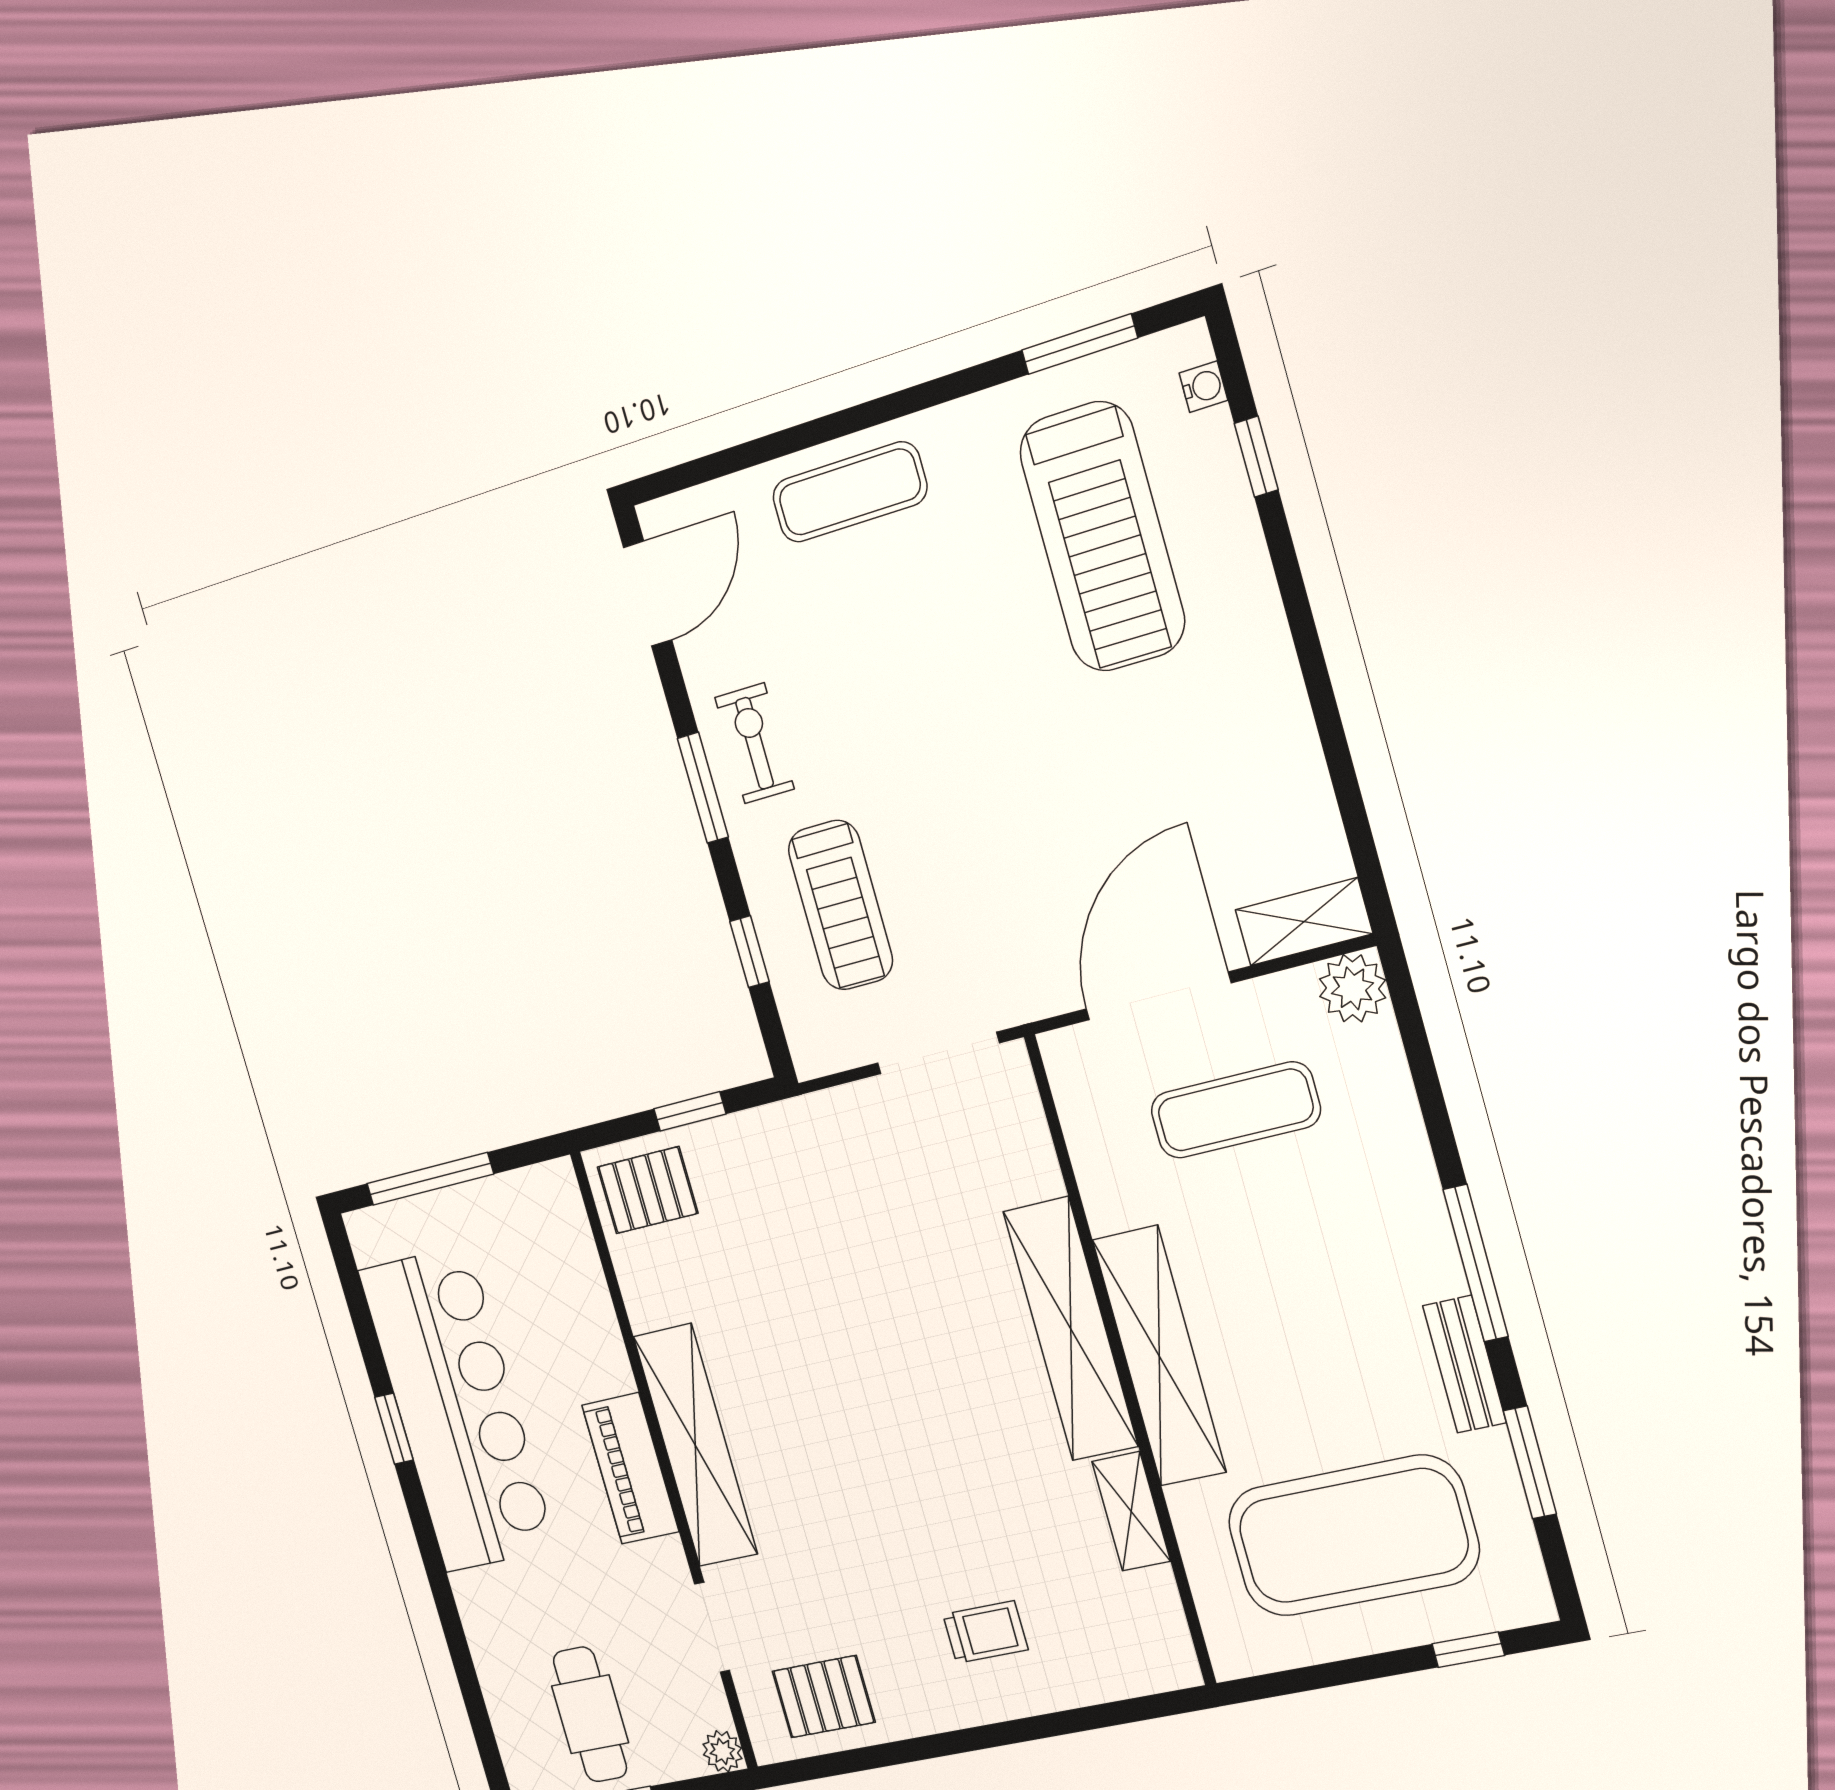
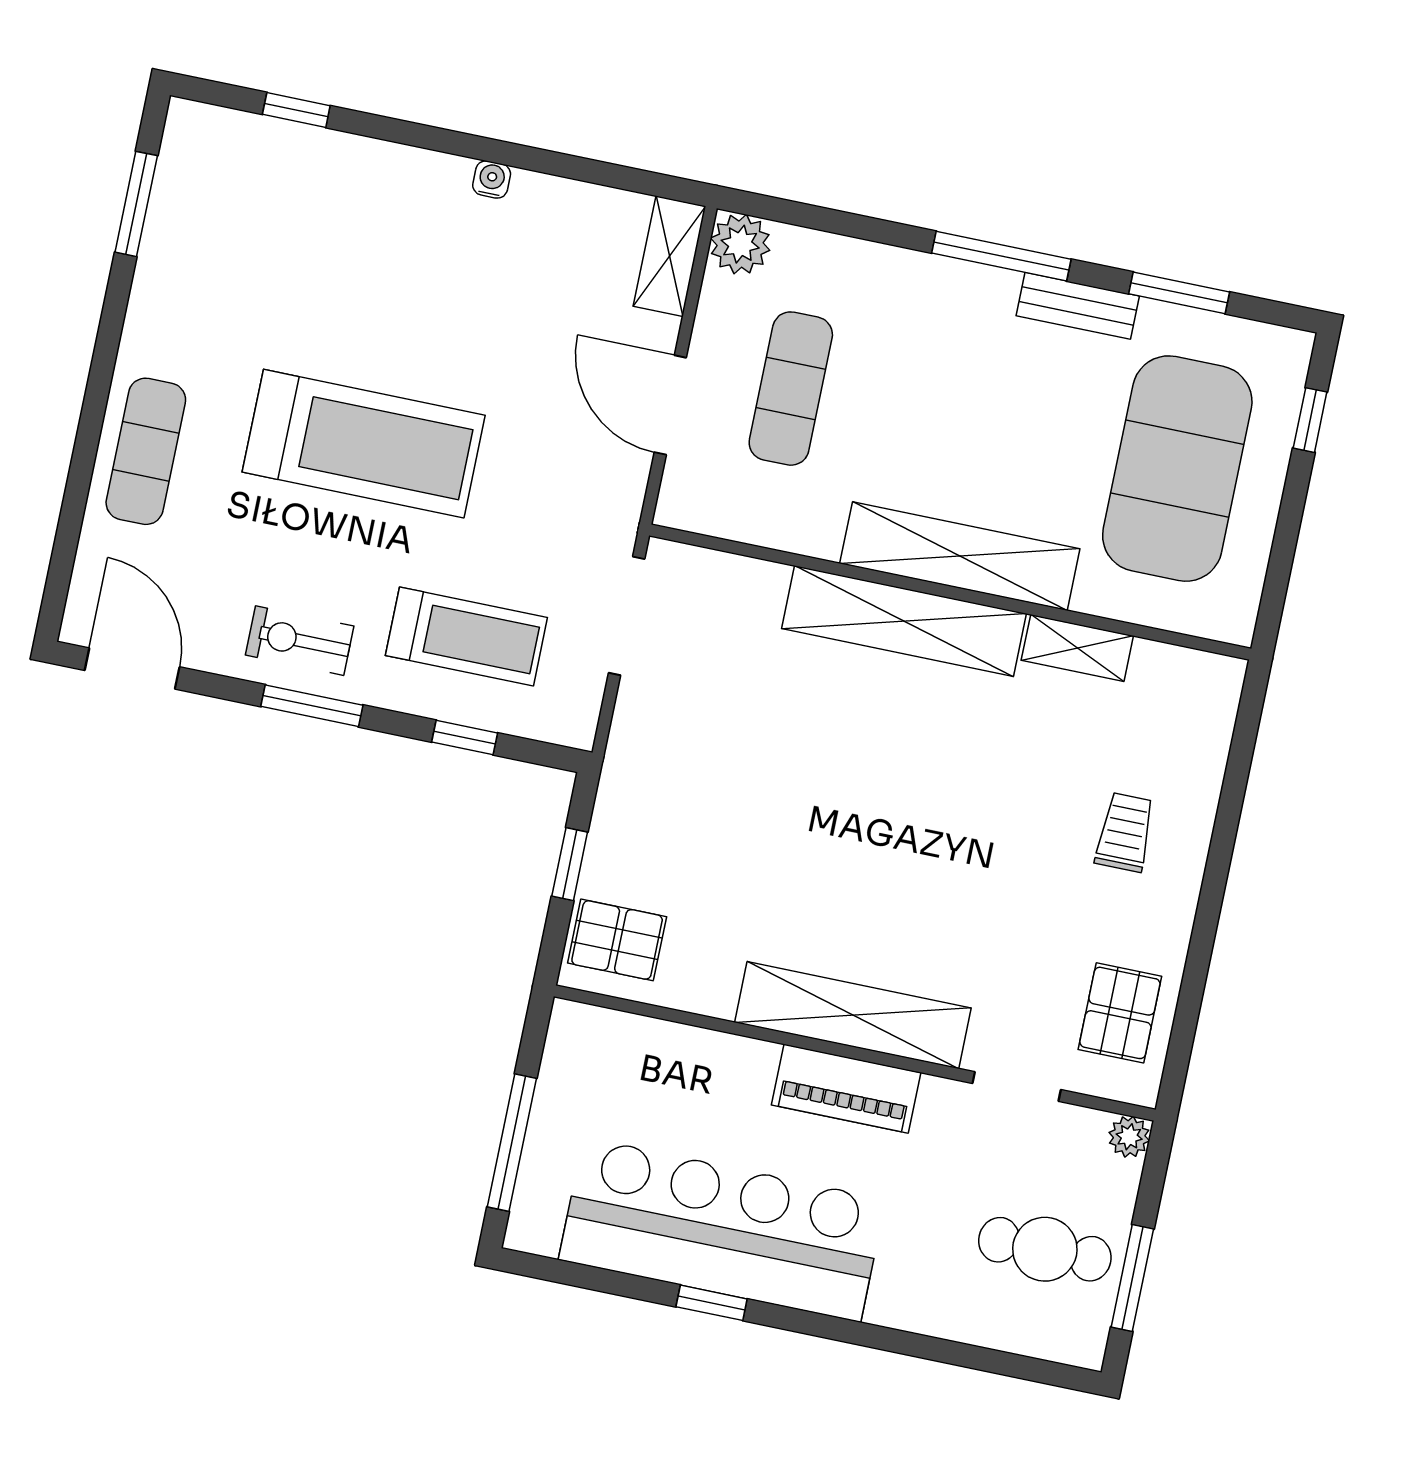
water cooler: (1203, 387) -> (492, 180), moved
treadmill: (1102, 537) -> (364, 444), moved
door: (1158, 996) -> (670, 405), width x0.73
pallet: (648, 1190) -> (617, 940), turned 90

